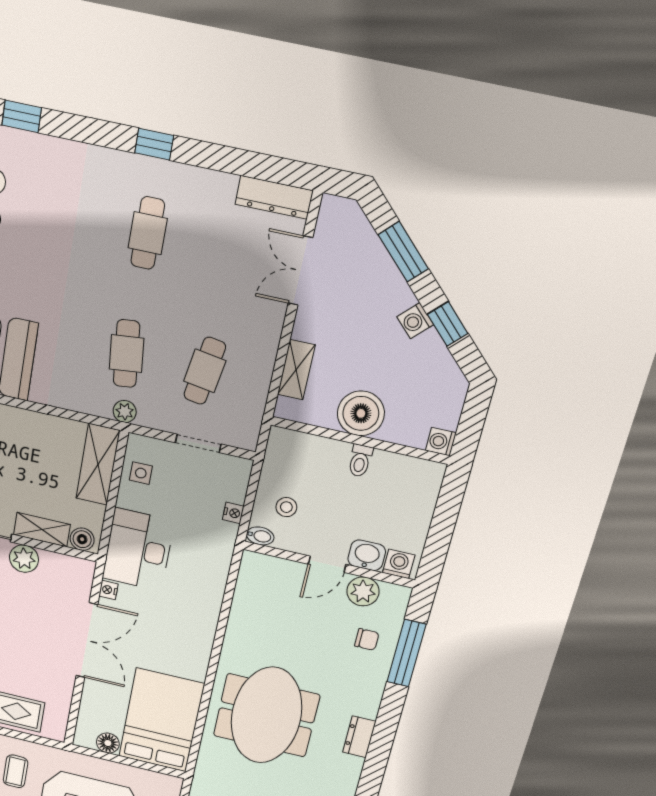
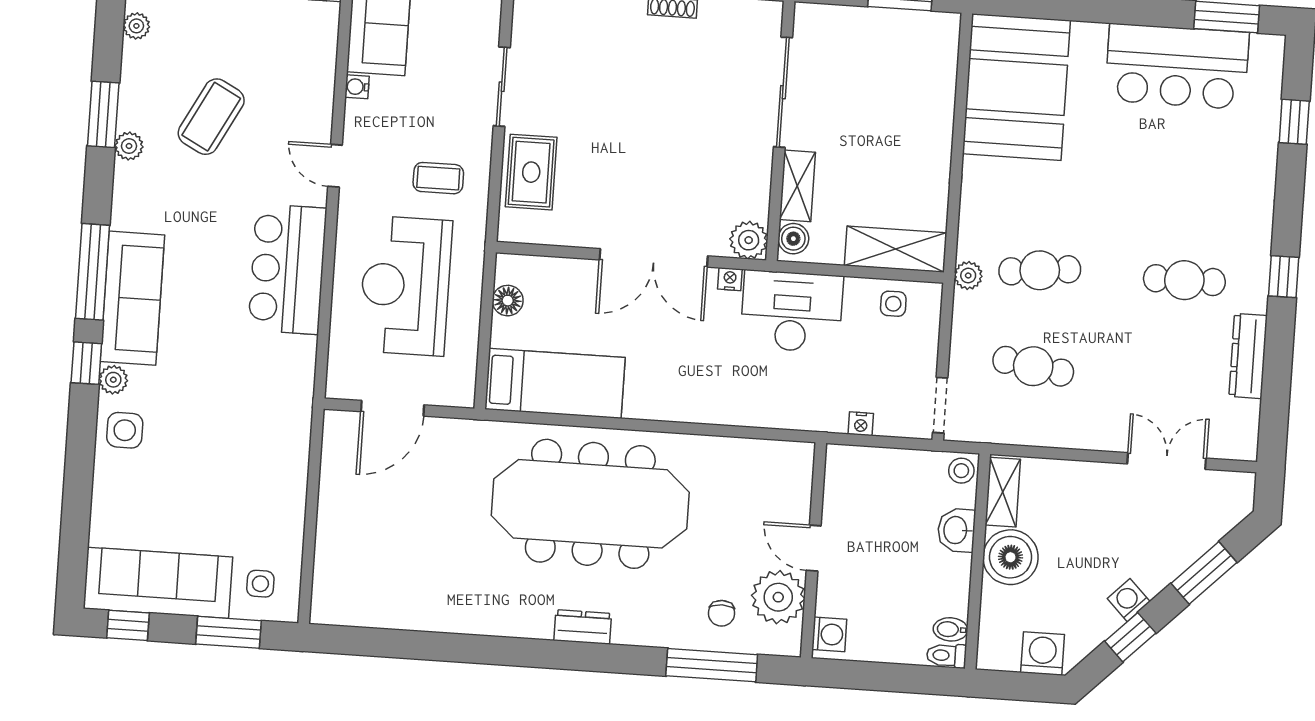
dresser: (274, 197) -> (1248, 356), moved
shelving: (296, 370) -> (1003, 492), moved, turned 90
washing machine: (441, 442) -> (1043, 653), moved, width x1.38, depth x1.38
doorway: (198, 443) -> (940, 405), moved
toilet: (360, 461) -> (946, 656), moved
stool: (286, 507) -> (961, 471), moved
bidet: (260, 536) -> (951, 629), moved, turned 90
washbasin: (367, 555) -> (956, 530), moved, turned 180
plant: (24, 559) -> (749, 240), moved
plant: (363, 591) -> (778, 597), width x1.36, depth x1.36
meeting table: (266, 715) -> (590, 504), width x1.36
bed: (161, 720) -> (555, 383), width x0.67

